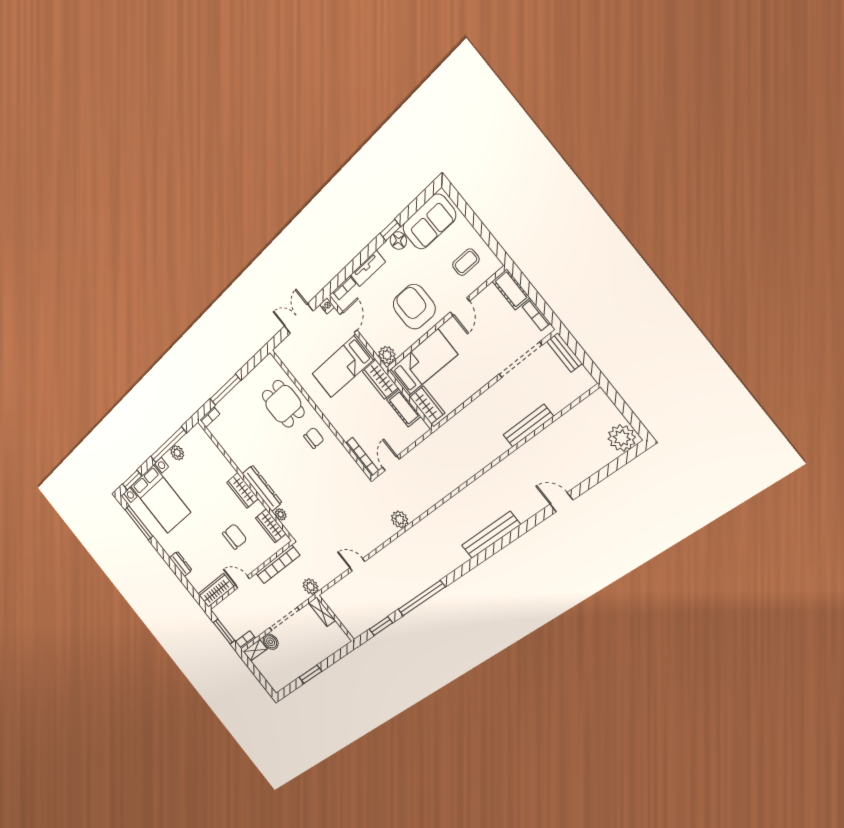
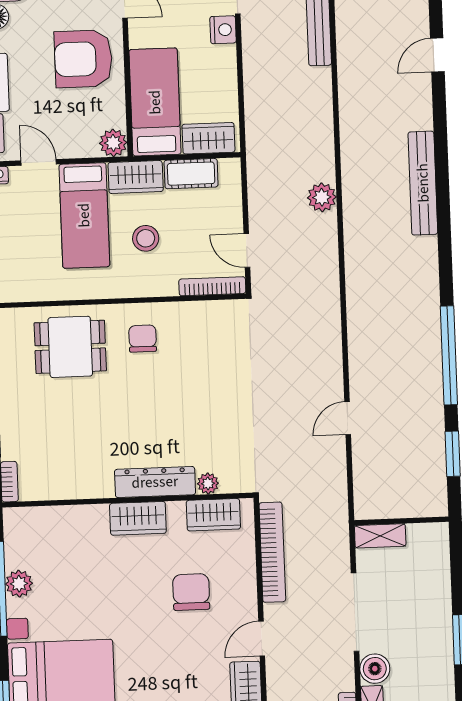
nightstand: (486, 374) -> (223, 30), added
stool: (357, 406) -> (146, 238), added
plant: (400, 519) -> (322, 197), moved
plant: (311, 586) -> (334, 523), removed

